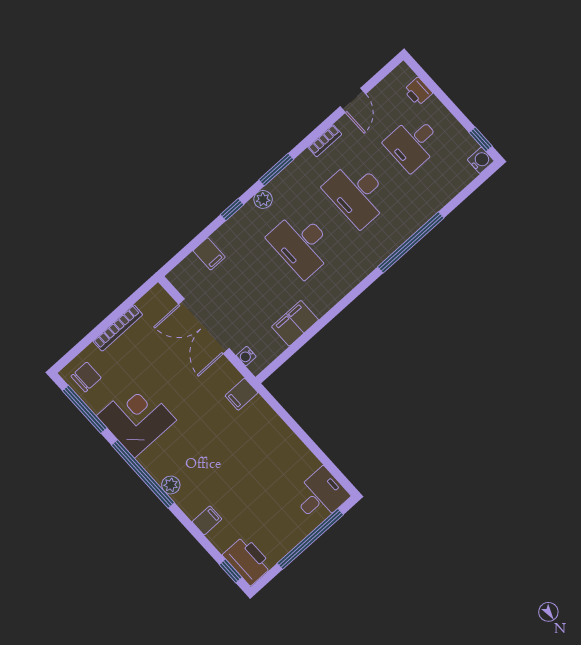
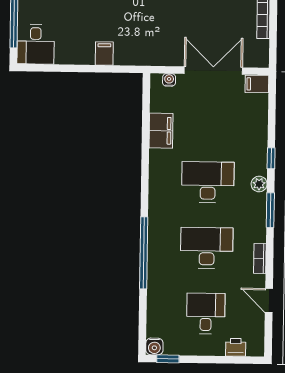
filing cabinet: (209, 254) -> (257, 84), moved
filing cabinet: (241, 394) -> (104, 53), moved

